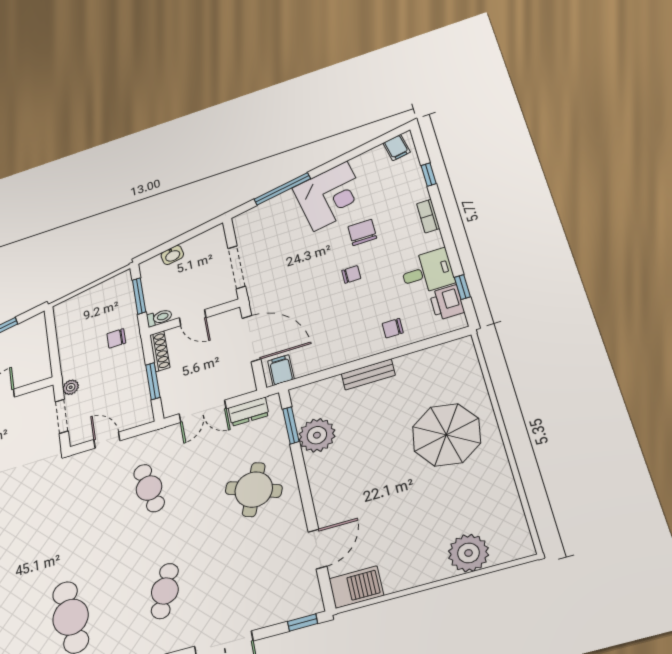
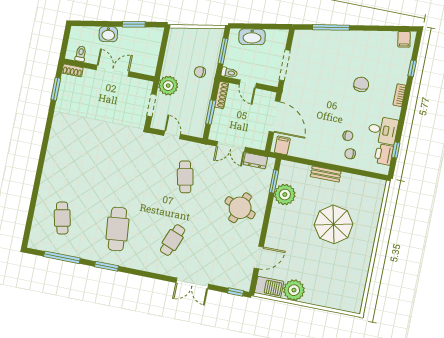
corner desk: (330, 196) -> (355, 49), removed
washbasin: (172, 255) -> (252, 37), width x1.91, depth x1.45
chair: (351, 274) -> (348, 136), moved
plant: (71, 387) -> (168, 86), width x1.88, depth x1.88
parasol: (446, 435) -> (334, 224), moved
plant: (468, 553) -> (294, 290), moved

